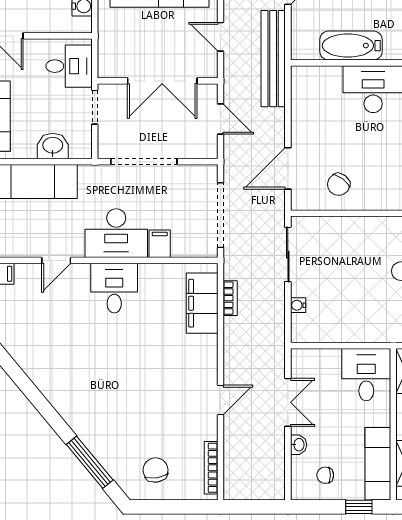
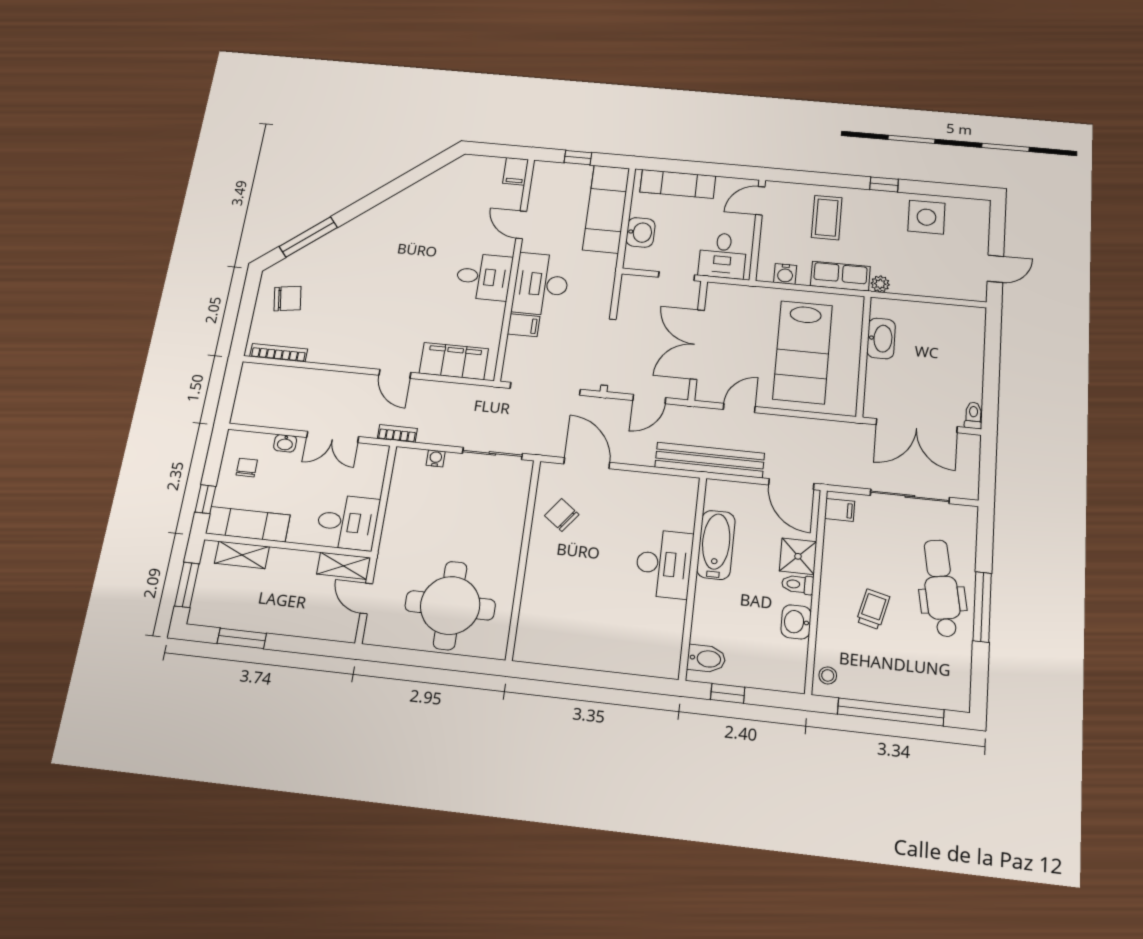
doorway: (144, 162) -> (609, 352), moved
bookcase: (230, 298) -> (397, 434), moved, turned 180
door: (220, 400) -> (395, 374), moved

